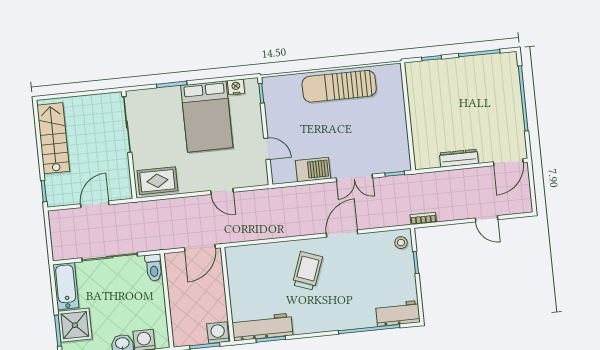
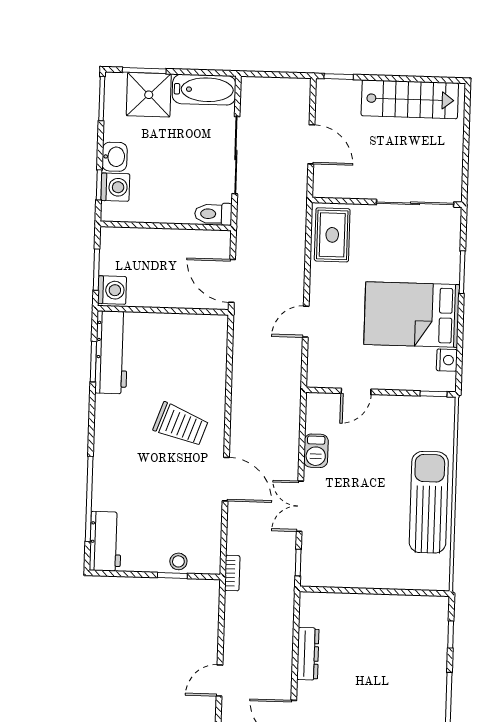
barbecue: (313, 170) -> (316, 451), width x0.73, depth x0.79
bookcase: (423, 218) -> (232, 573), moved
stool: (401, 243) -> (178, 561), moved

